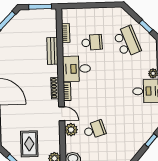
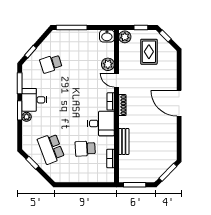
school desk: (94, 130) -> (51, 64), moved

